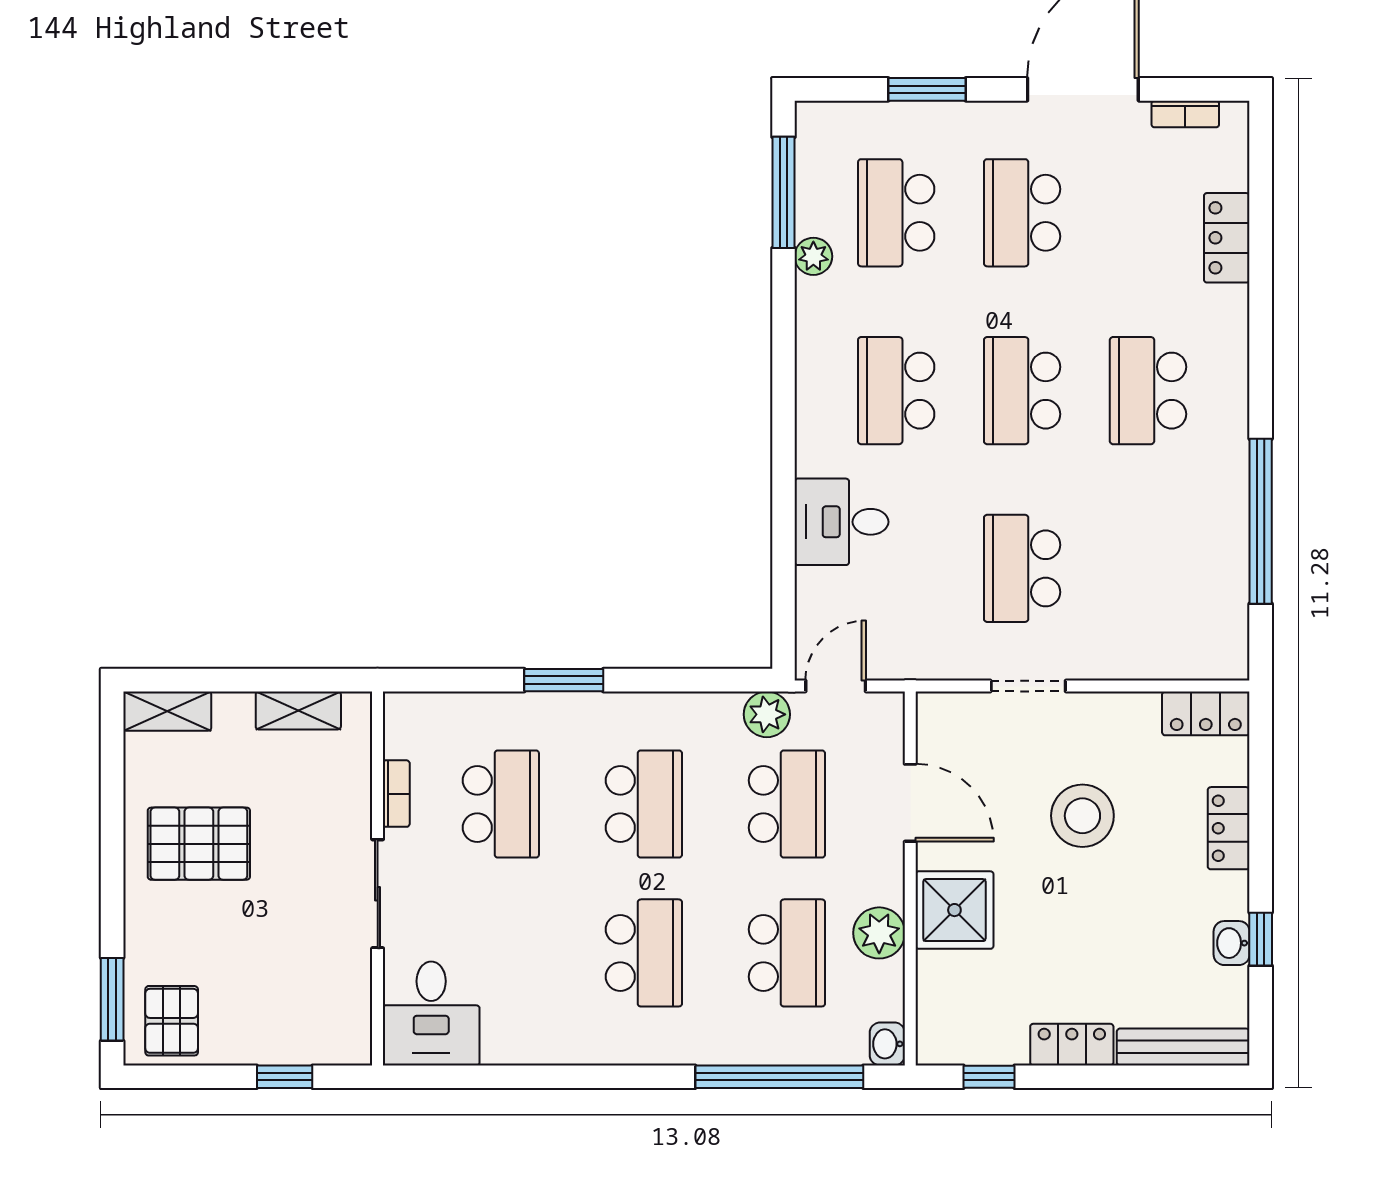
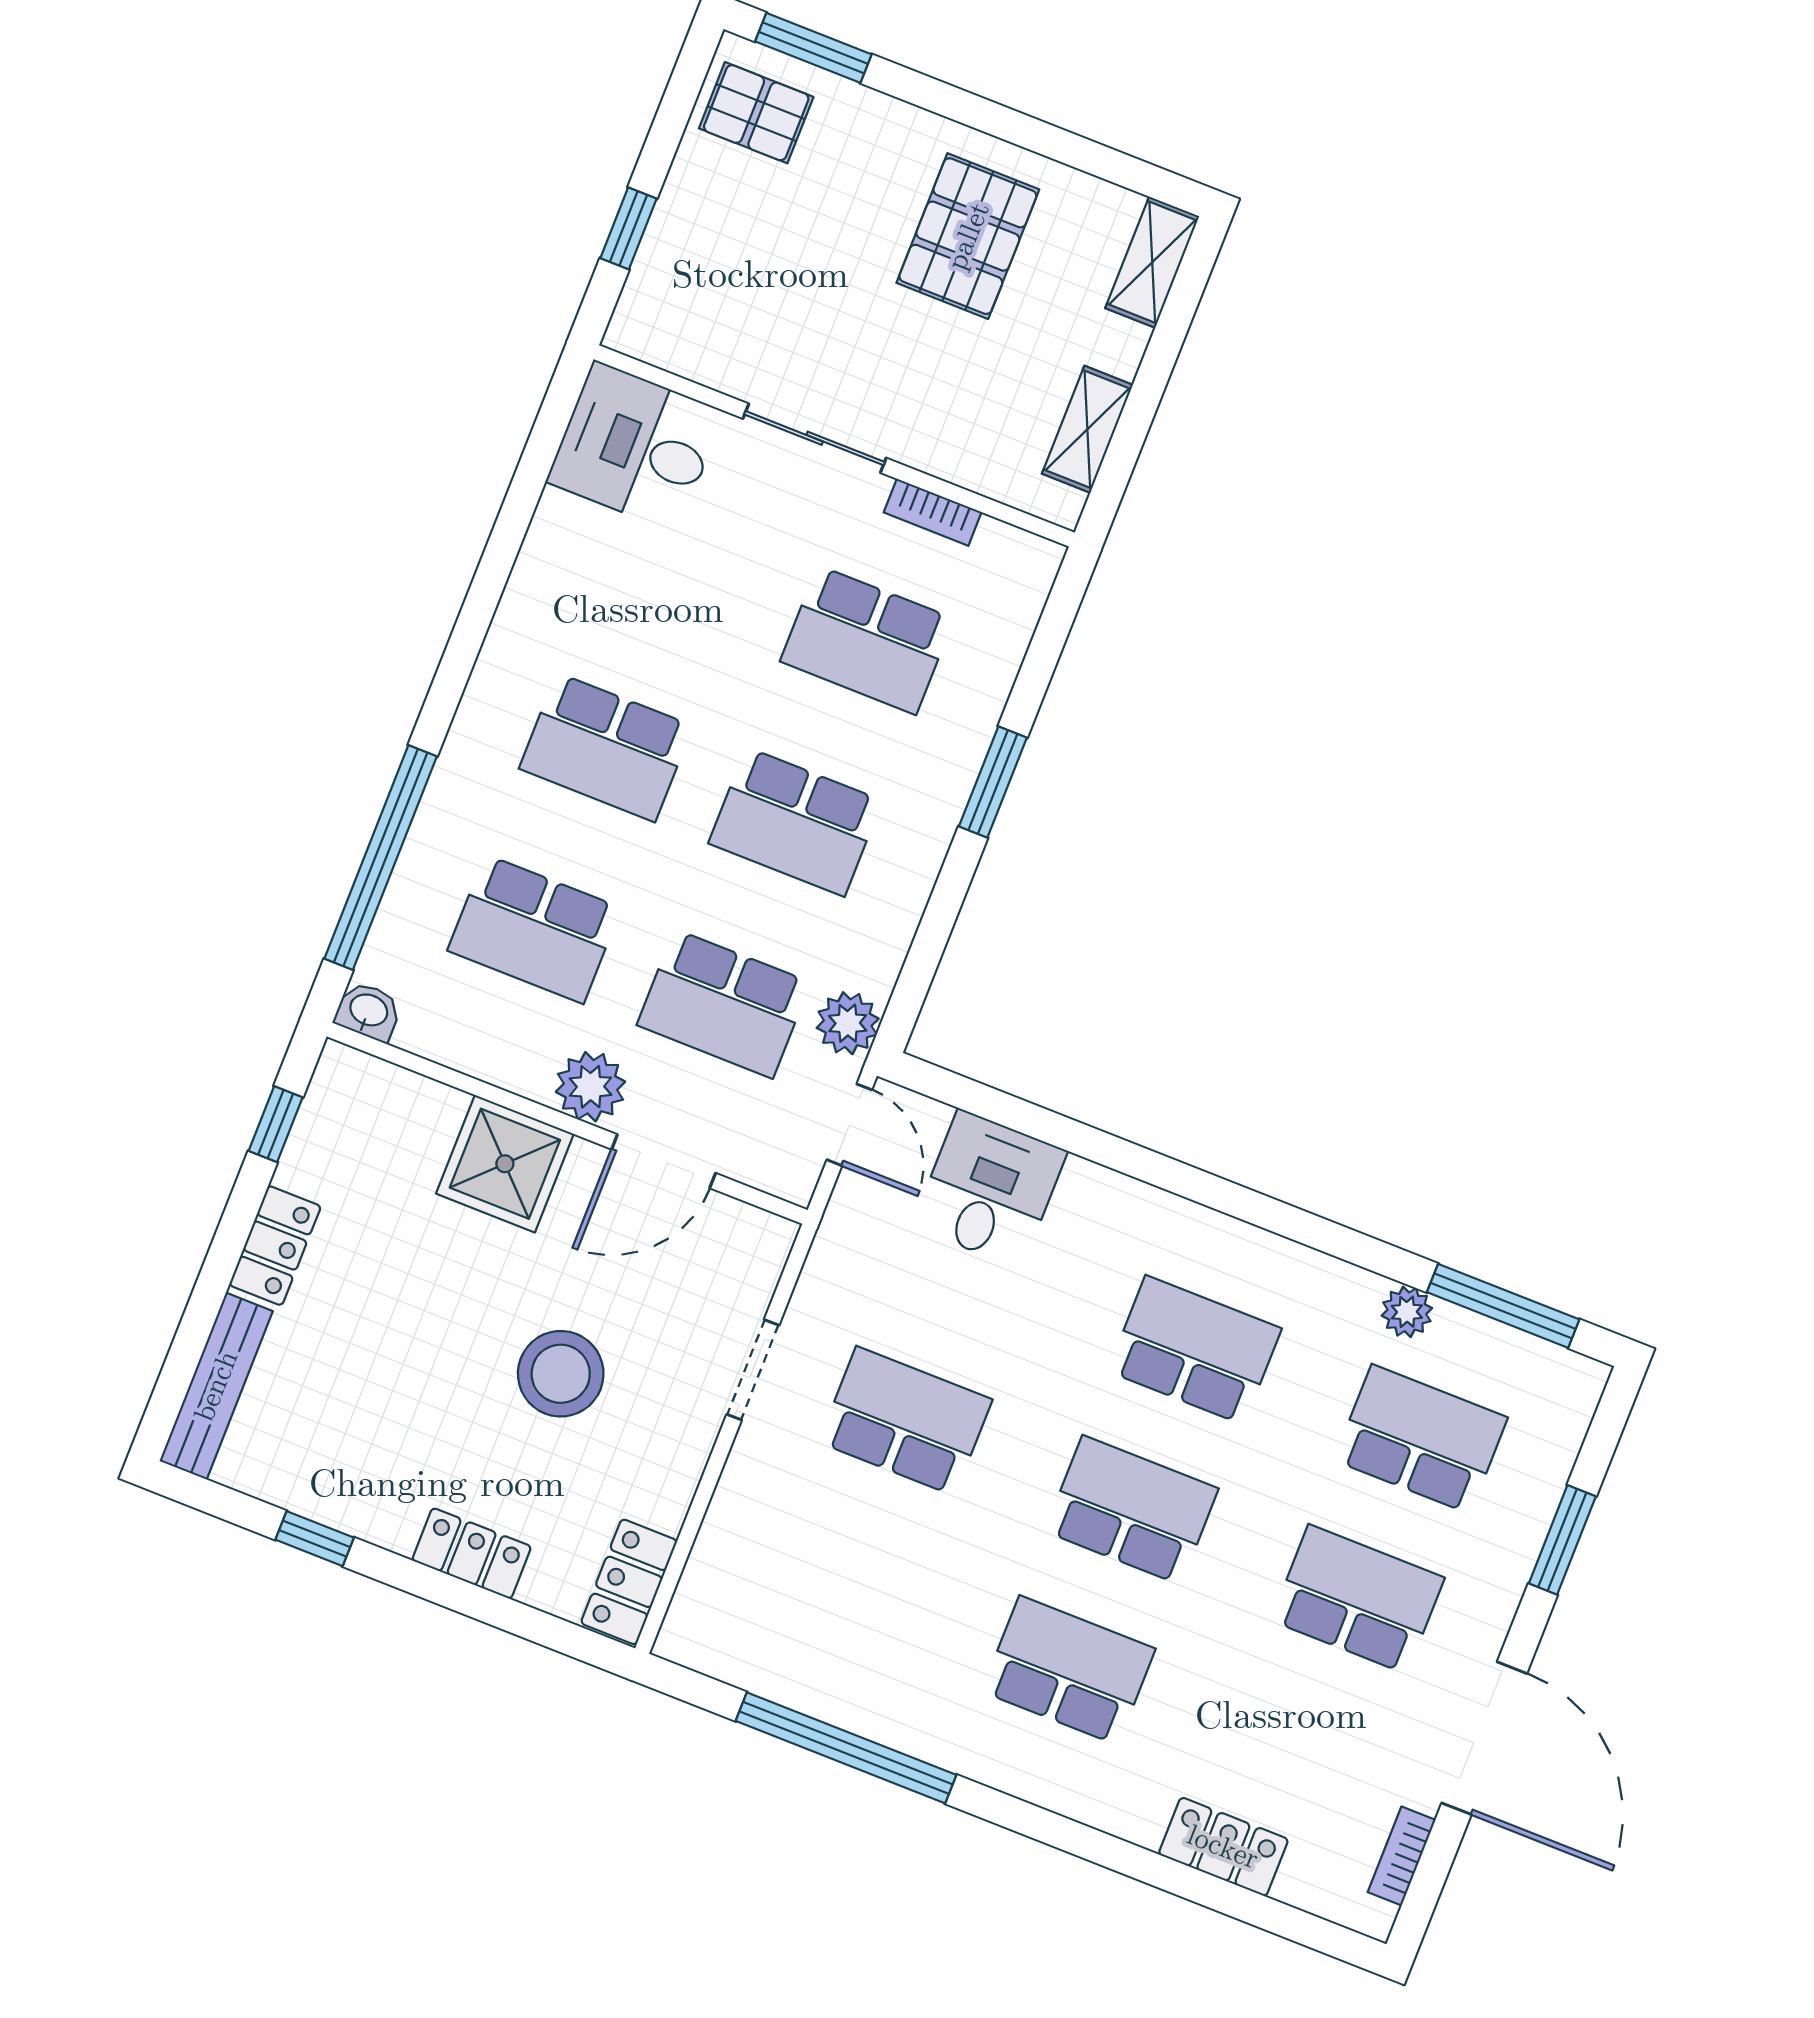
desk: (842, 522) -> (990, 1189), moved
plant: (879, 933) -> (590, 1087), moved
washbasin: (1232, 943) -> (324, 1500), removed

